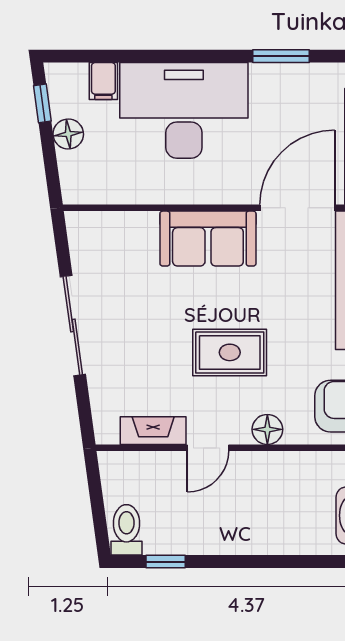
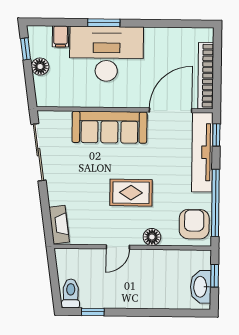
window: (281, 56) -> (104, 23), moved
sofa: (208, 239) -> (109, 127), width x1.36
sliding door: (73, 325) -> (38, 152), moved
fireplace: (153, 431) -> (59, 225), moved, turned 82

